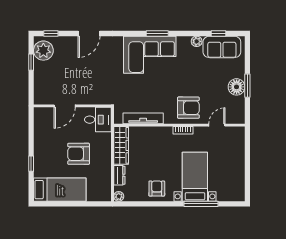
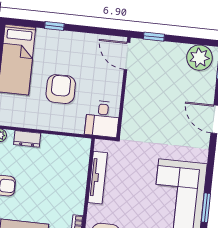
window: (31, 62) -> (154, 37), moved
door: (65, 106) -> (127, 56), moved
wardrobe: (121, 145) -> (66, 145), removed

